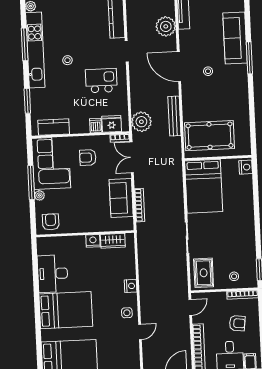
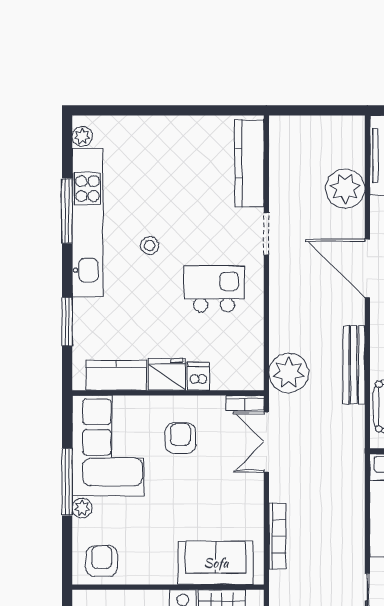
fridge: (112, 124) -> (167, 374), moved
armchair: (88, 158) -> (180, 438), turned 90
sofa: (121, 198) -> (216, 563), moved, turned 90

